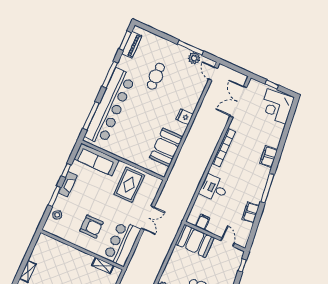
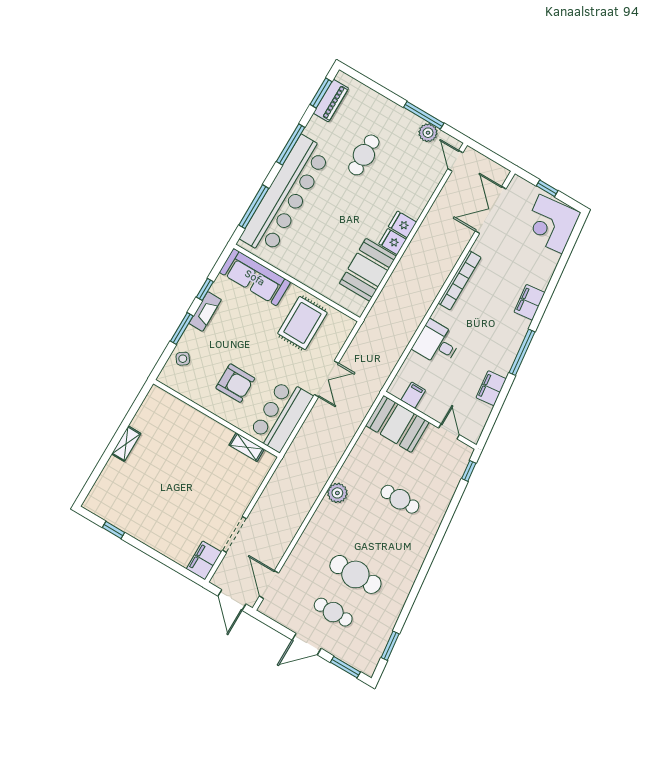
fridge: (180, 128) -> (393, 242), added

